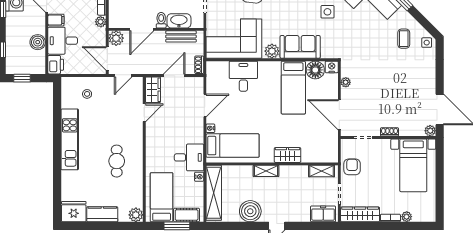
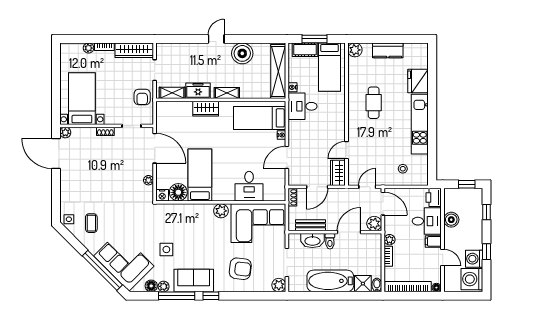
sofa: (300, 47) -> (193, 215), removed
fridge: (74, 212) -> (418, 81), moved, turned 90
freezer: (323, 214) -> (198, 91), moved, turned 180

